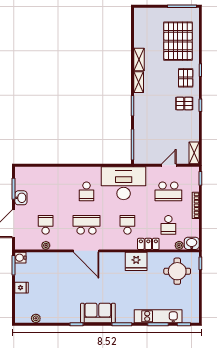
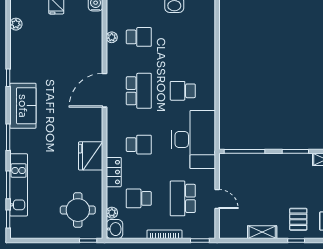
shelving: (194, 153) -> (262, 232), moved

